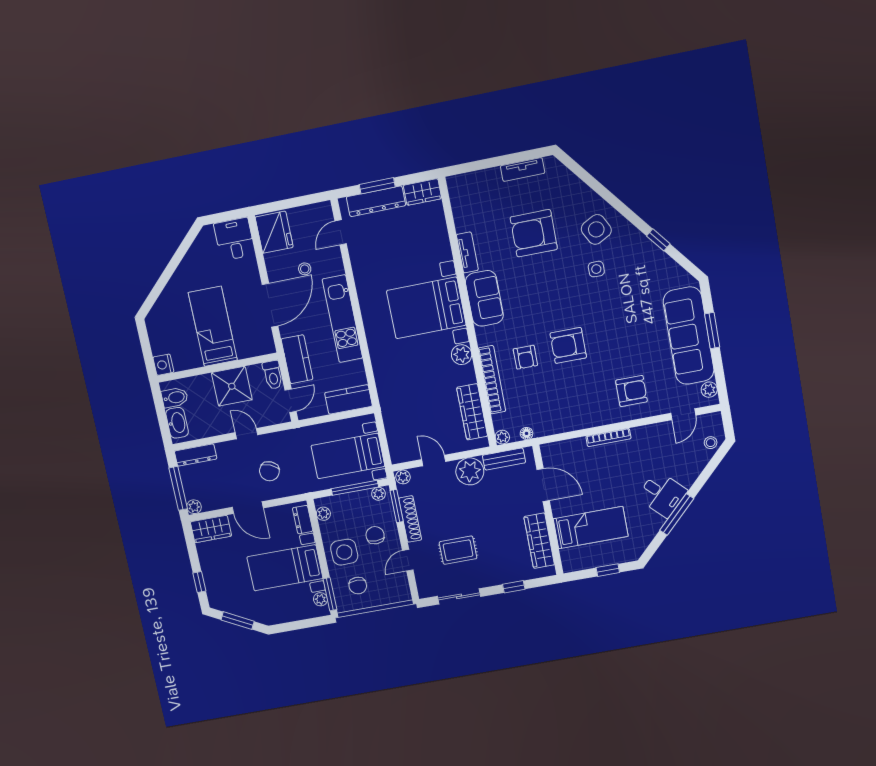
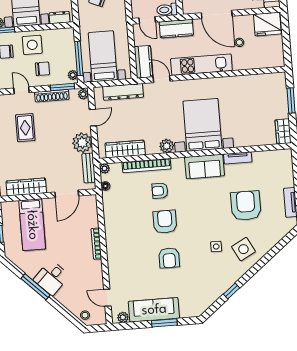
dresser: (376, 201) -> (123, 92), moved, turned -90
door: (341, 232) -> (162, 79), moved
sofa: (689, 336) -> (154, 310), width x0.74, depth x0.79
armchair: (631, 391) -> (169, 258), moved
plant: (323, 514) -> (62, 33), removed

